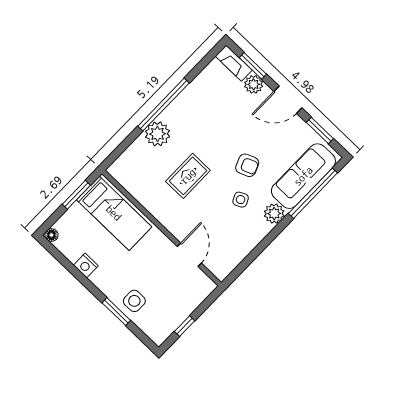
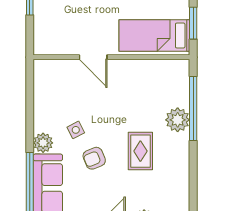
window: (163, 105) -> (193, 109), moved
rug: (188, 176) -> (140, 151), moved
door: (189, 255) -> (93, 57), moved

